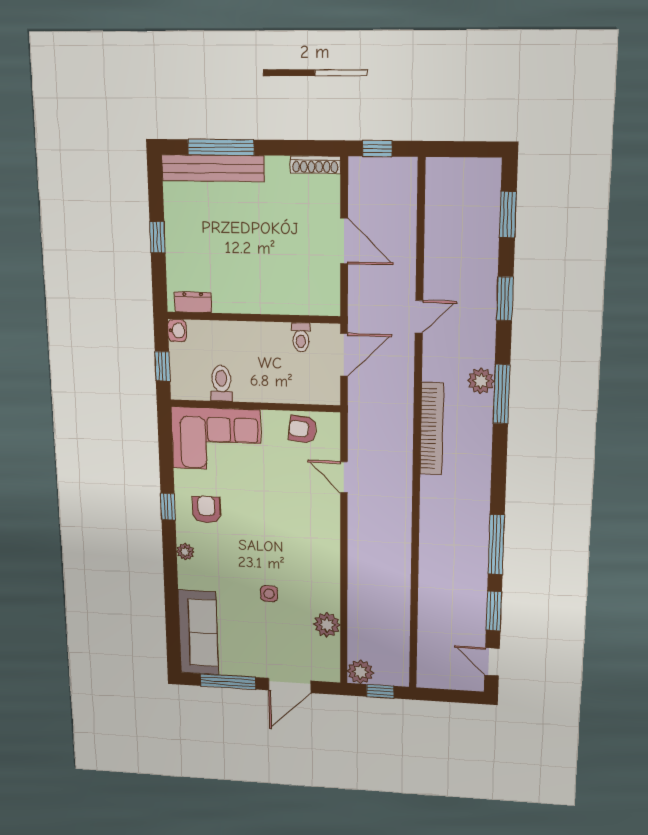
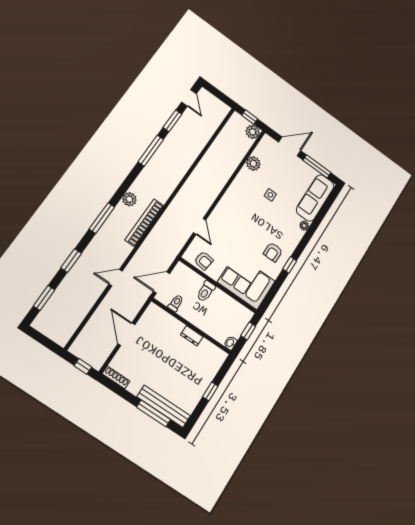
dresser: (193, 302) -> (192, 336), moved
plant: (481, 381) -> (129, 199), moved
toilet: (221, 383) -> (206, 291), moved
plant: (185, 552) -> (304, 226), moved

